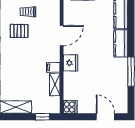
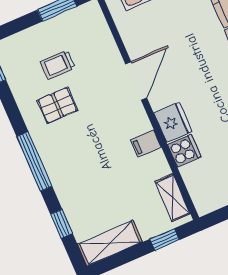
shelving: (55, 85) -> (173, 198), moved
cooker: (70, 107) -> (184, 151), moved

